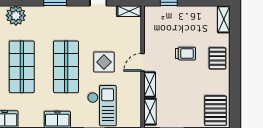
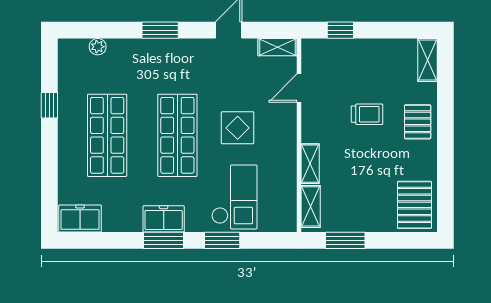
plant: (16, 16) -> (98, 47), width x0.53, depth x0.53
door: (143, 62) -> (299, 88), moved

